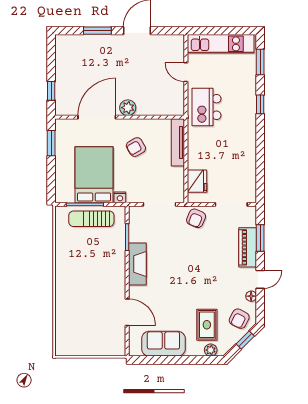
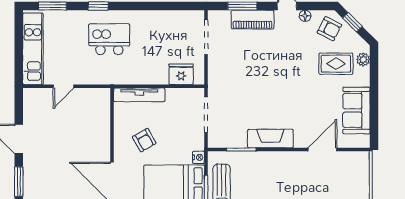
kitchen island: (207, 107) -> (109, 39), moved, turned 180
plant: (128, 108) -> (102, 149), removed
armchair: (196, 218) -> (221, 75), removed

